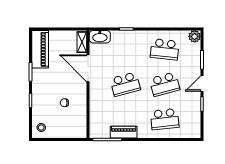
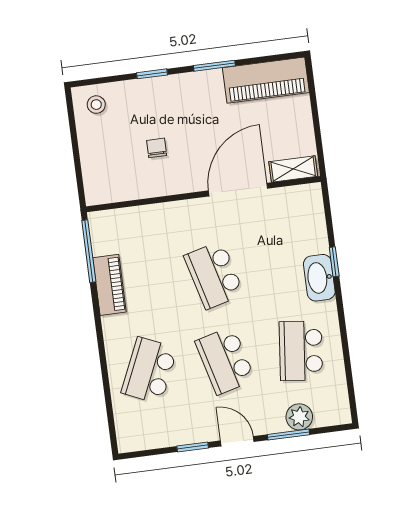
plant: (195, 36) -> (299, 417), moved
washbasin: (100, 37) -> (319, 278), moved
school desk: (165, 119) -> (149, 370), turned 30

